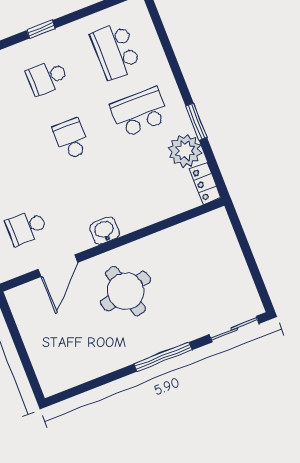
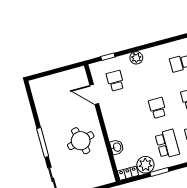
school desk: (71, 139) -> (157, 108), turned -90
washbasin: (105, 231) -> (117, 147), moved
round table: (126, 291) -> (81, 141), moved

